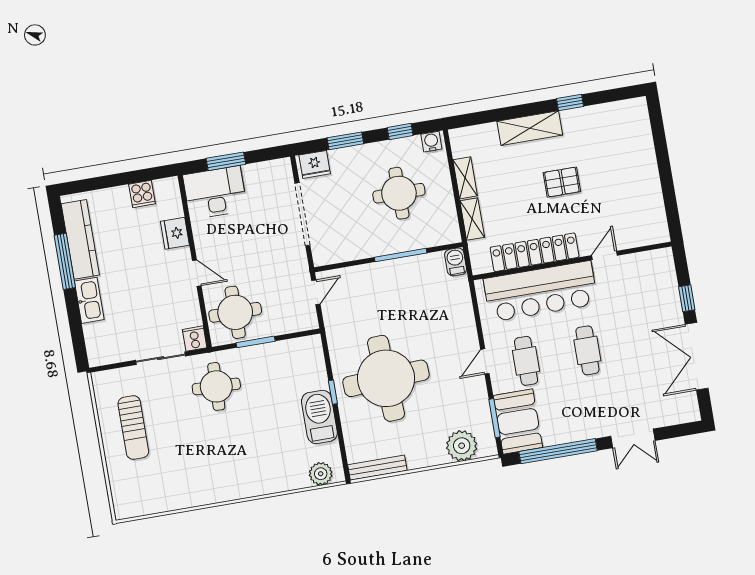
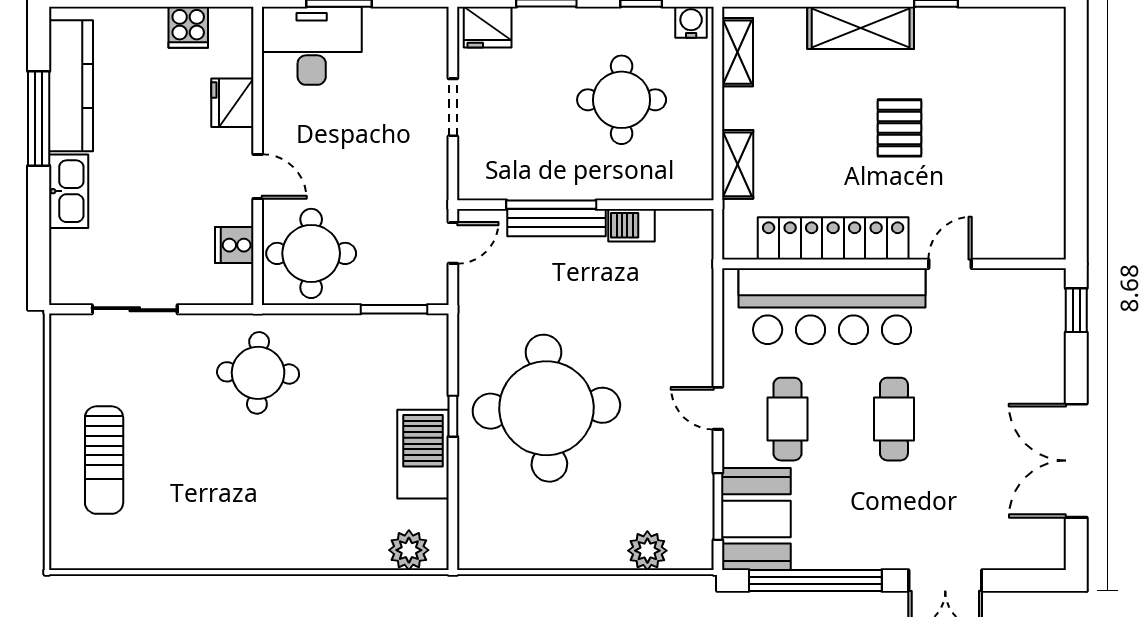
shelving: (465, 178) -> (737, 52), moved
pallet: (562, 182) -> (899, 128), turned 90
doorway: (302, 214) -> (453, 107), width x0.53
window: (401, 255) -> (551, 205), moved
barbecue: (456, 262) -> (632, 225), moved, turned -90
window: (687, 298) -> (1076, 310), moved
cooker: (195, 339) -> (234, 245), moved, turned -90
window: (256, 342) -> (394, 309), moved
sliding door: (161, 358) -> (135, 309), moved
door: (485, 361) -> (718, 408), hinge flipped
sun lounger: (133, 427) -> (104, 460), moved
plant: (462, 446) -> (647, 551), width x0.73, depth x0.73
bench: (377, 468) -> (556, 223), moved

